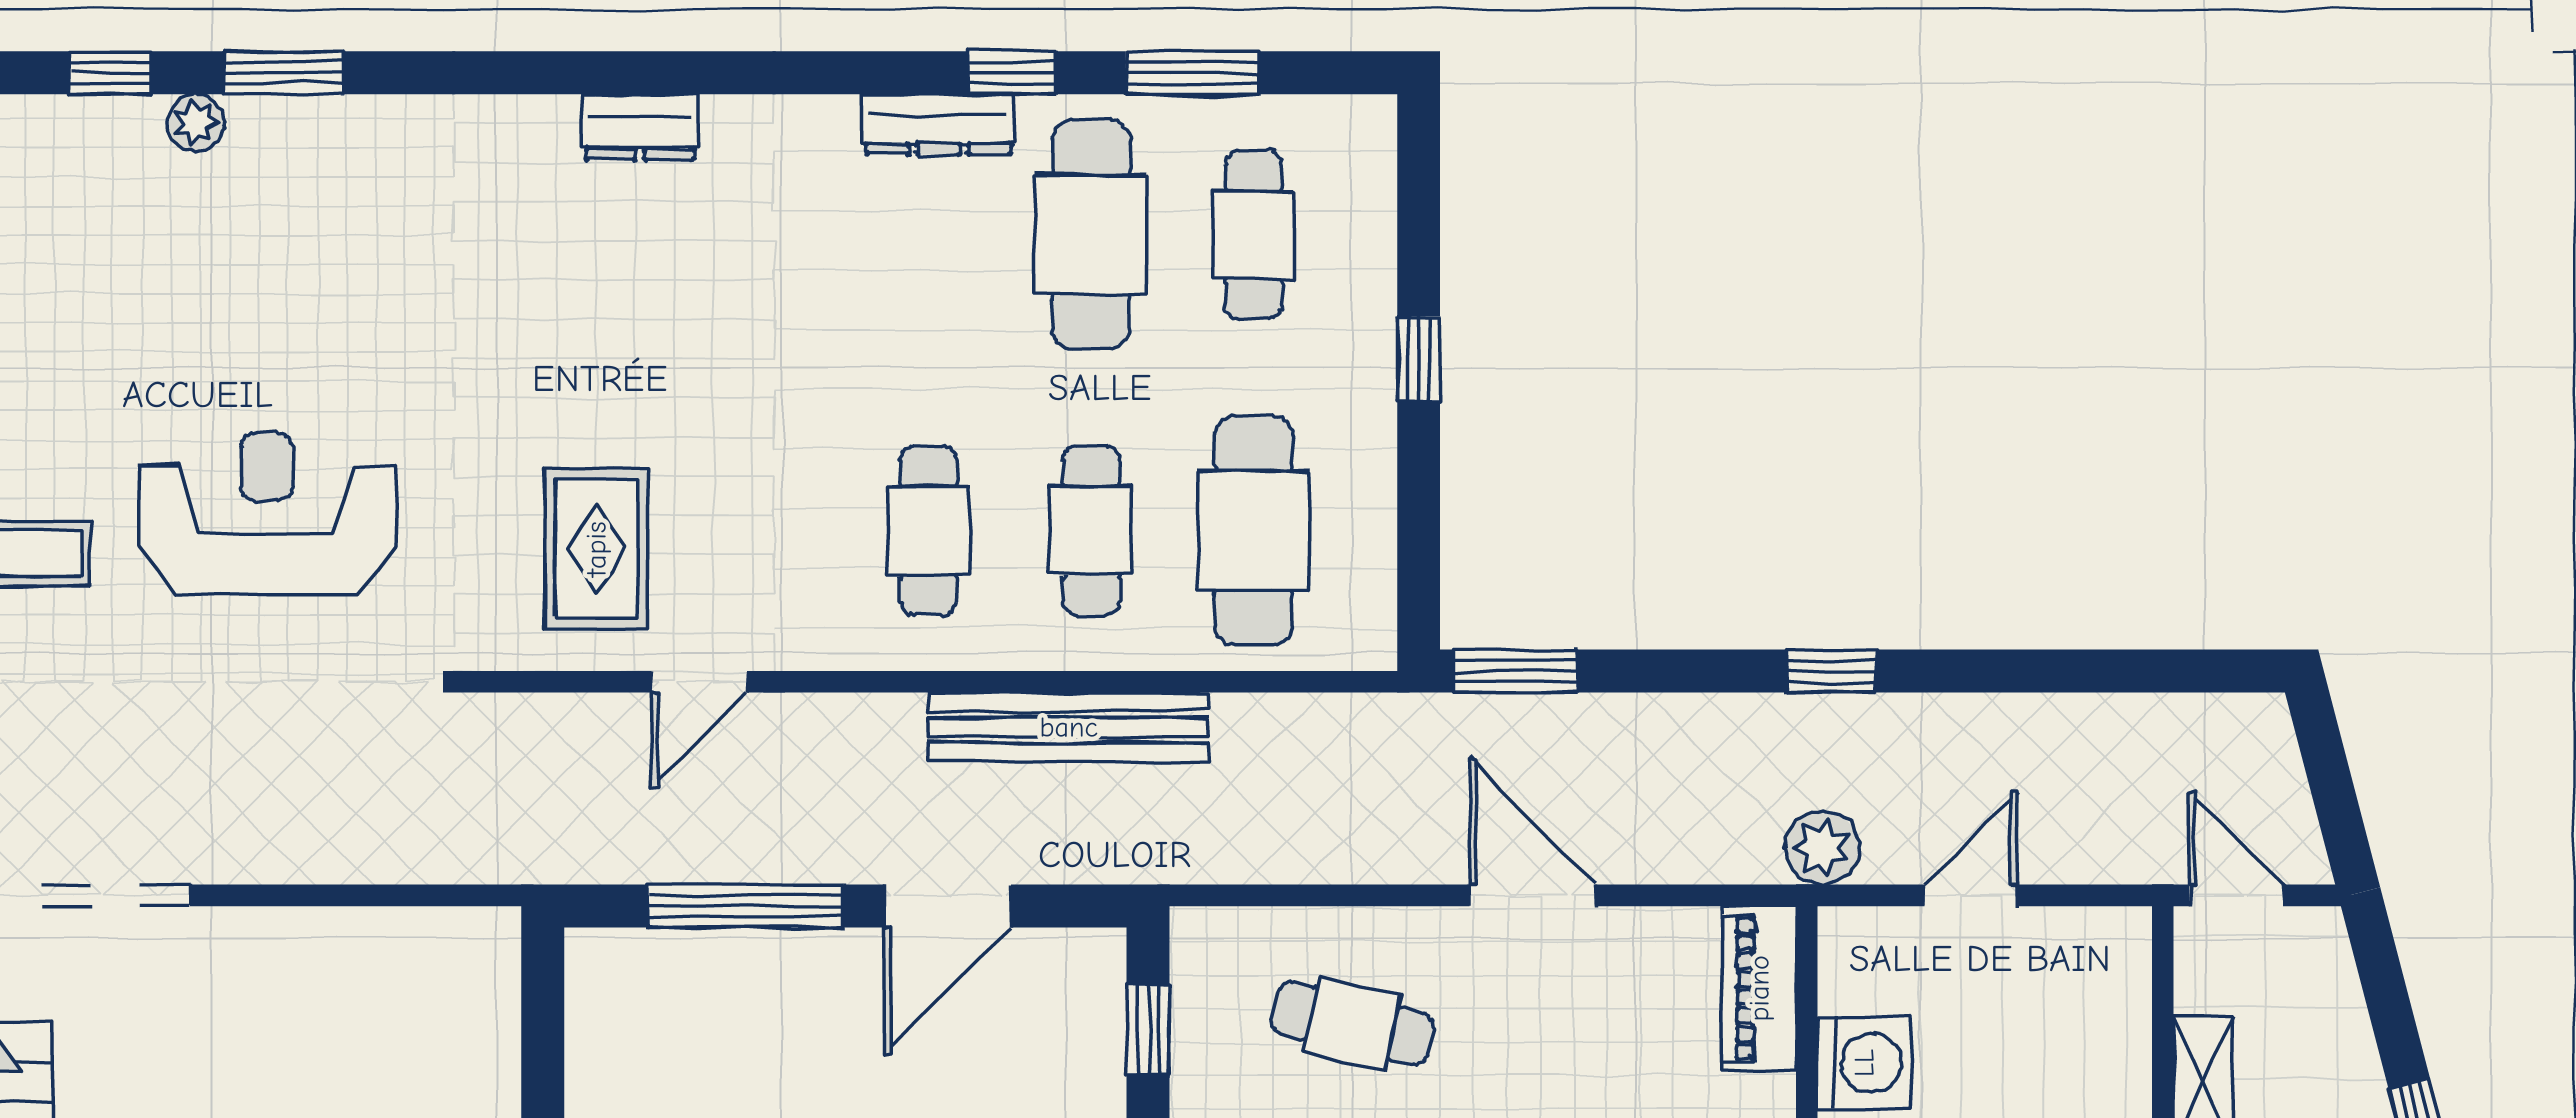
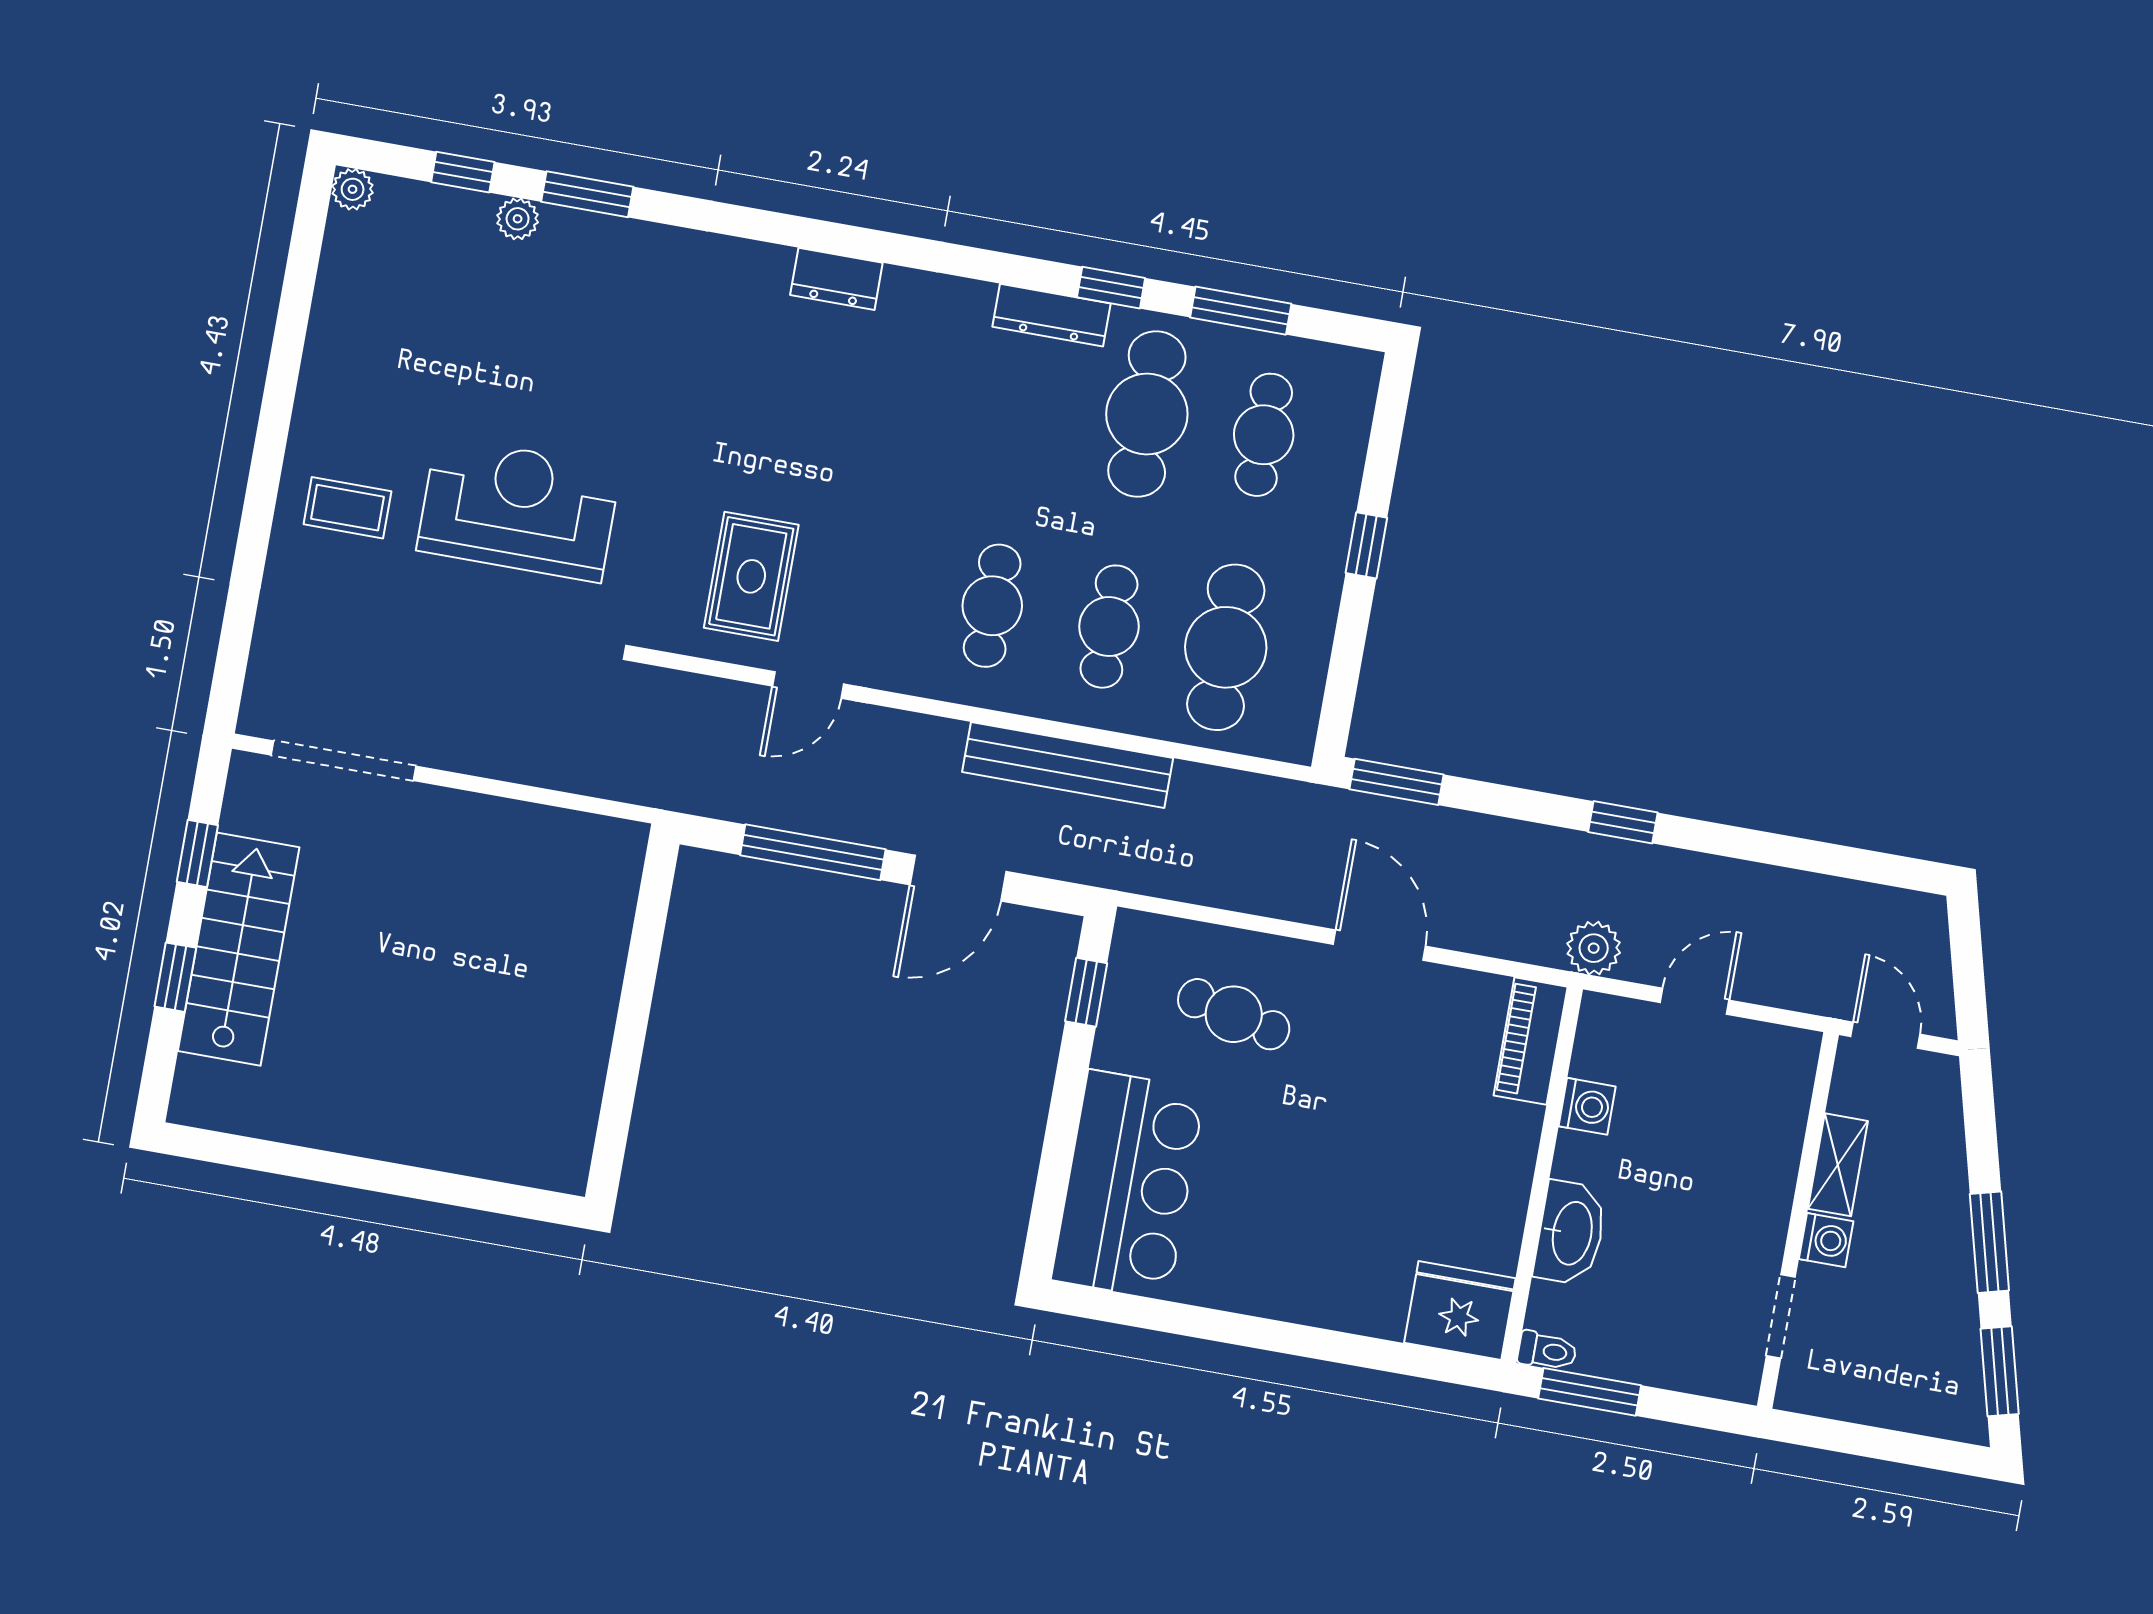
washing machine: (1864, 1063) -> (1587, 1106), width x0.73, depth x0.73

